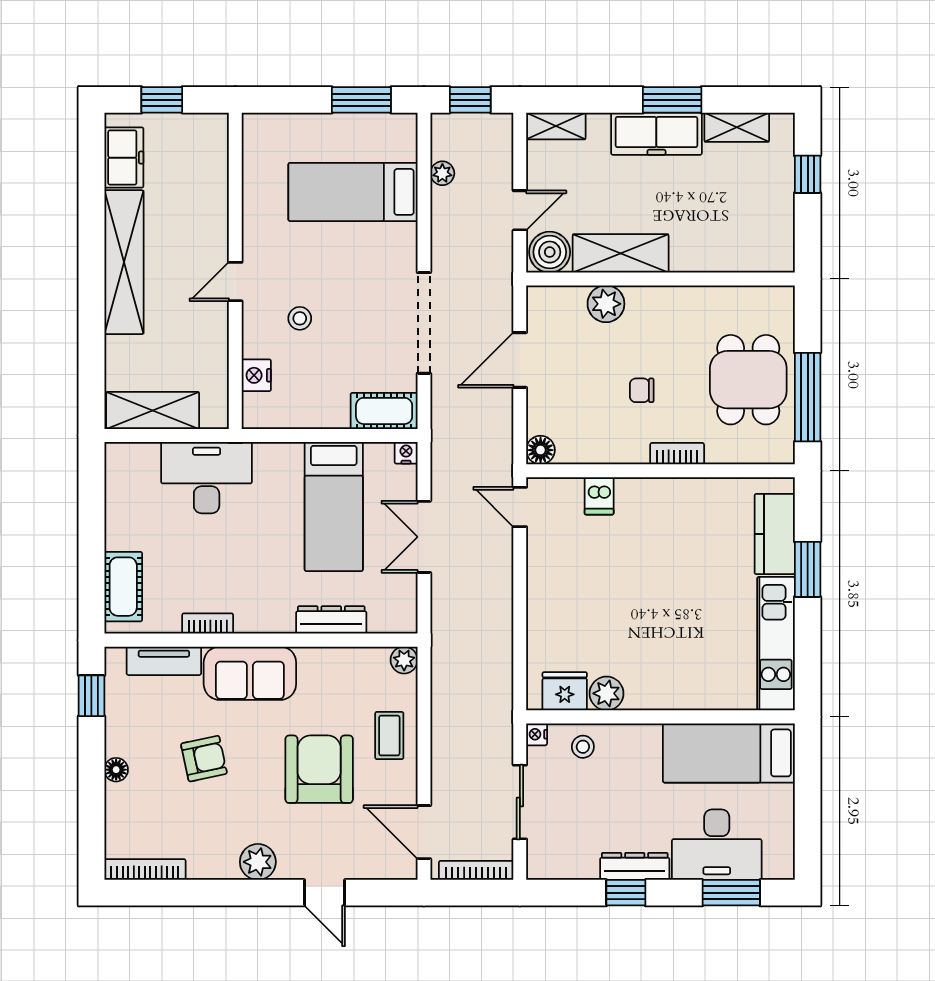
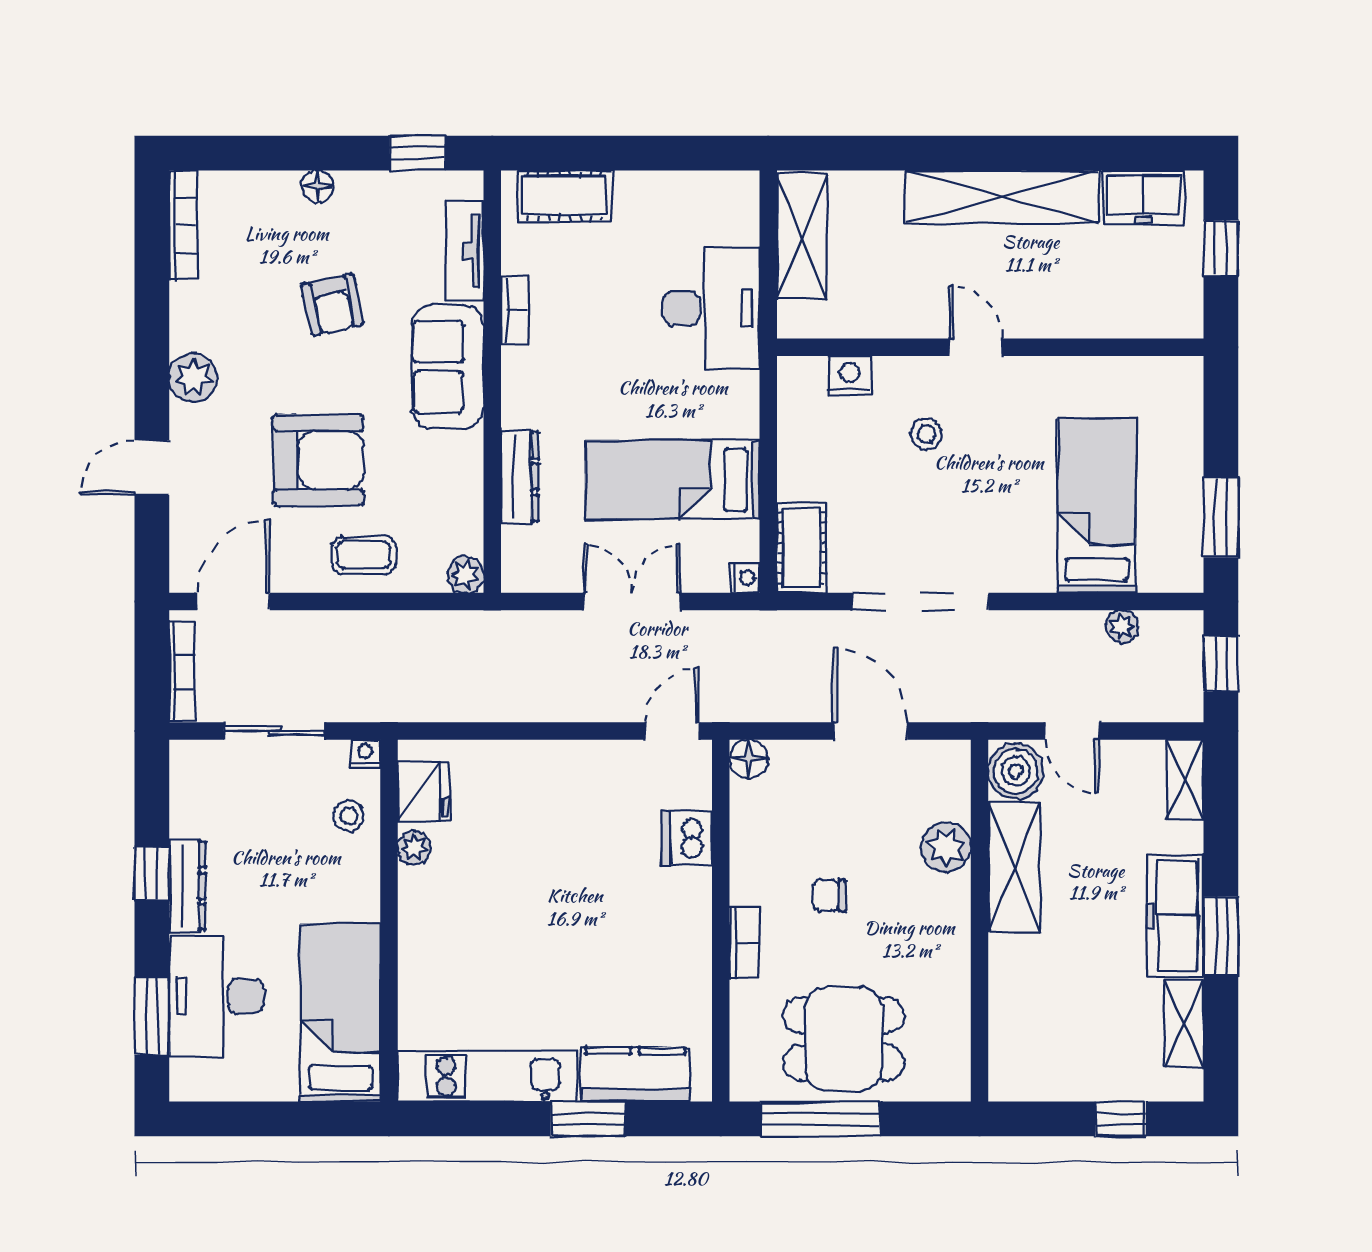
chair: (642, 390) -> (829, 895), turned -90
dishwasher: (599, 496) -> (687, 838), width x1.38
plant: (607, 693) -> (414, 848), width x0.73, depth x0.73

